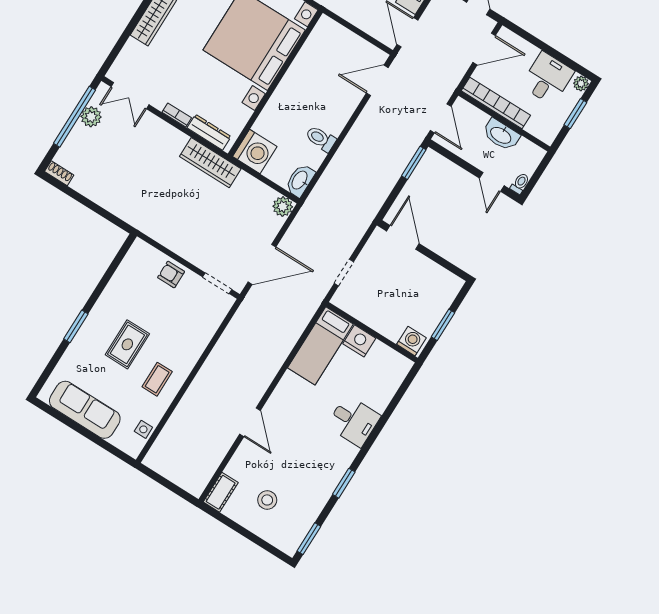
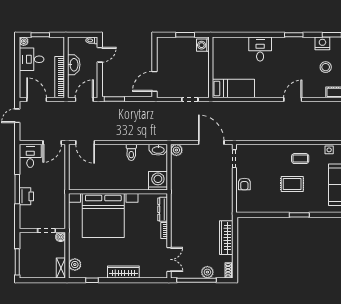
plant: (91, 117) -> (207, 272), moved
wardrobe: (210, 163) -> (226, 238), moved, turned 180
nightstand: (359, 341) -> (322, 43), moved, turned 90

